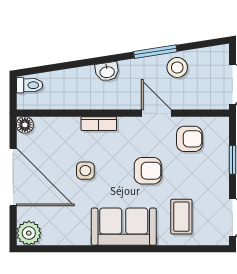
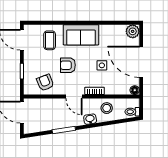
stool: (177, 67) -> (107, 108), moved
door: (156, 113) -> (74, 97), moved
armchair: (189, 139) -> (45, 83), turned 68

